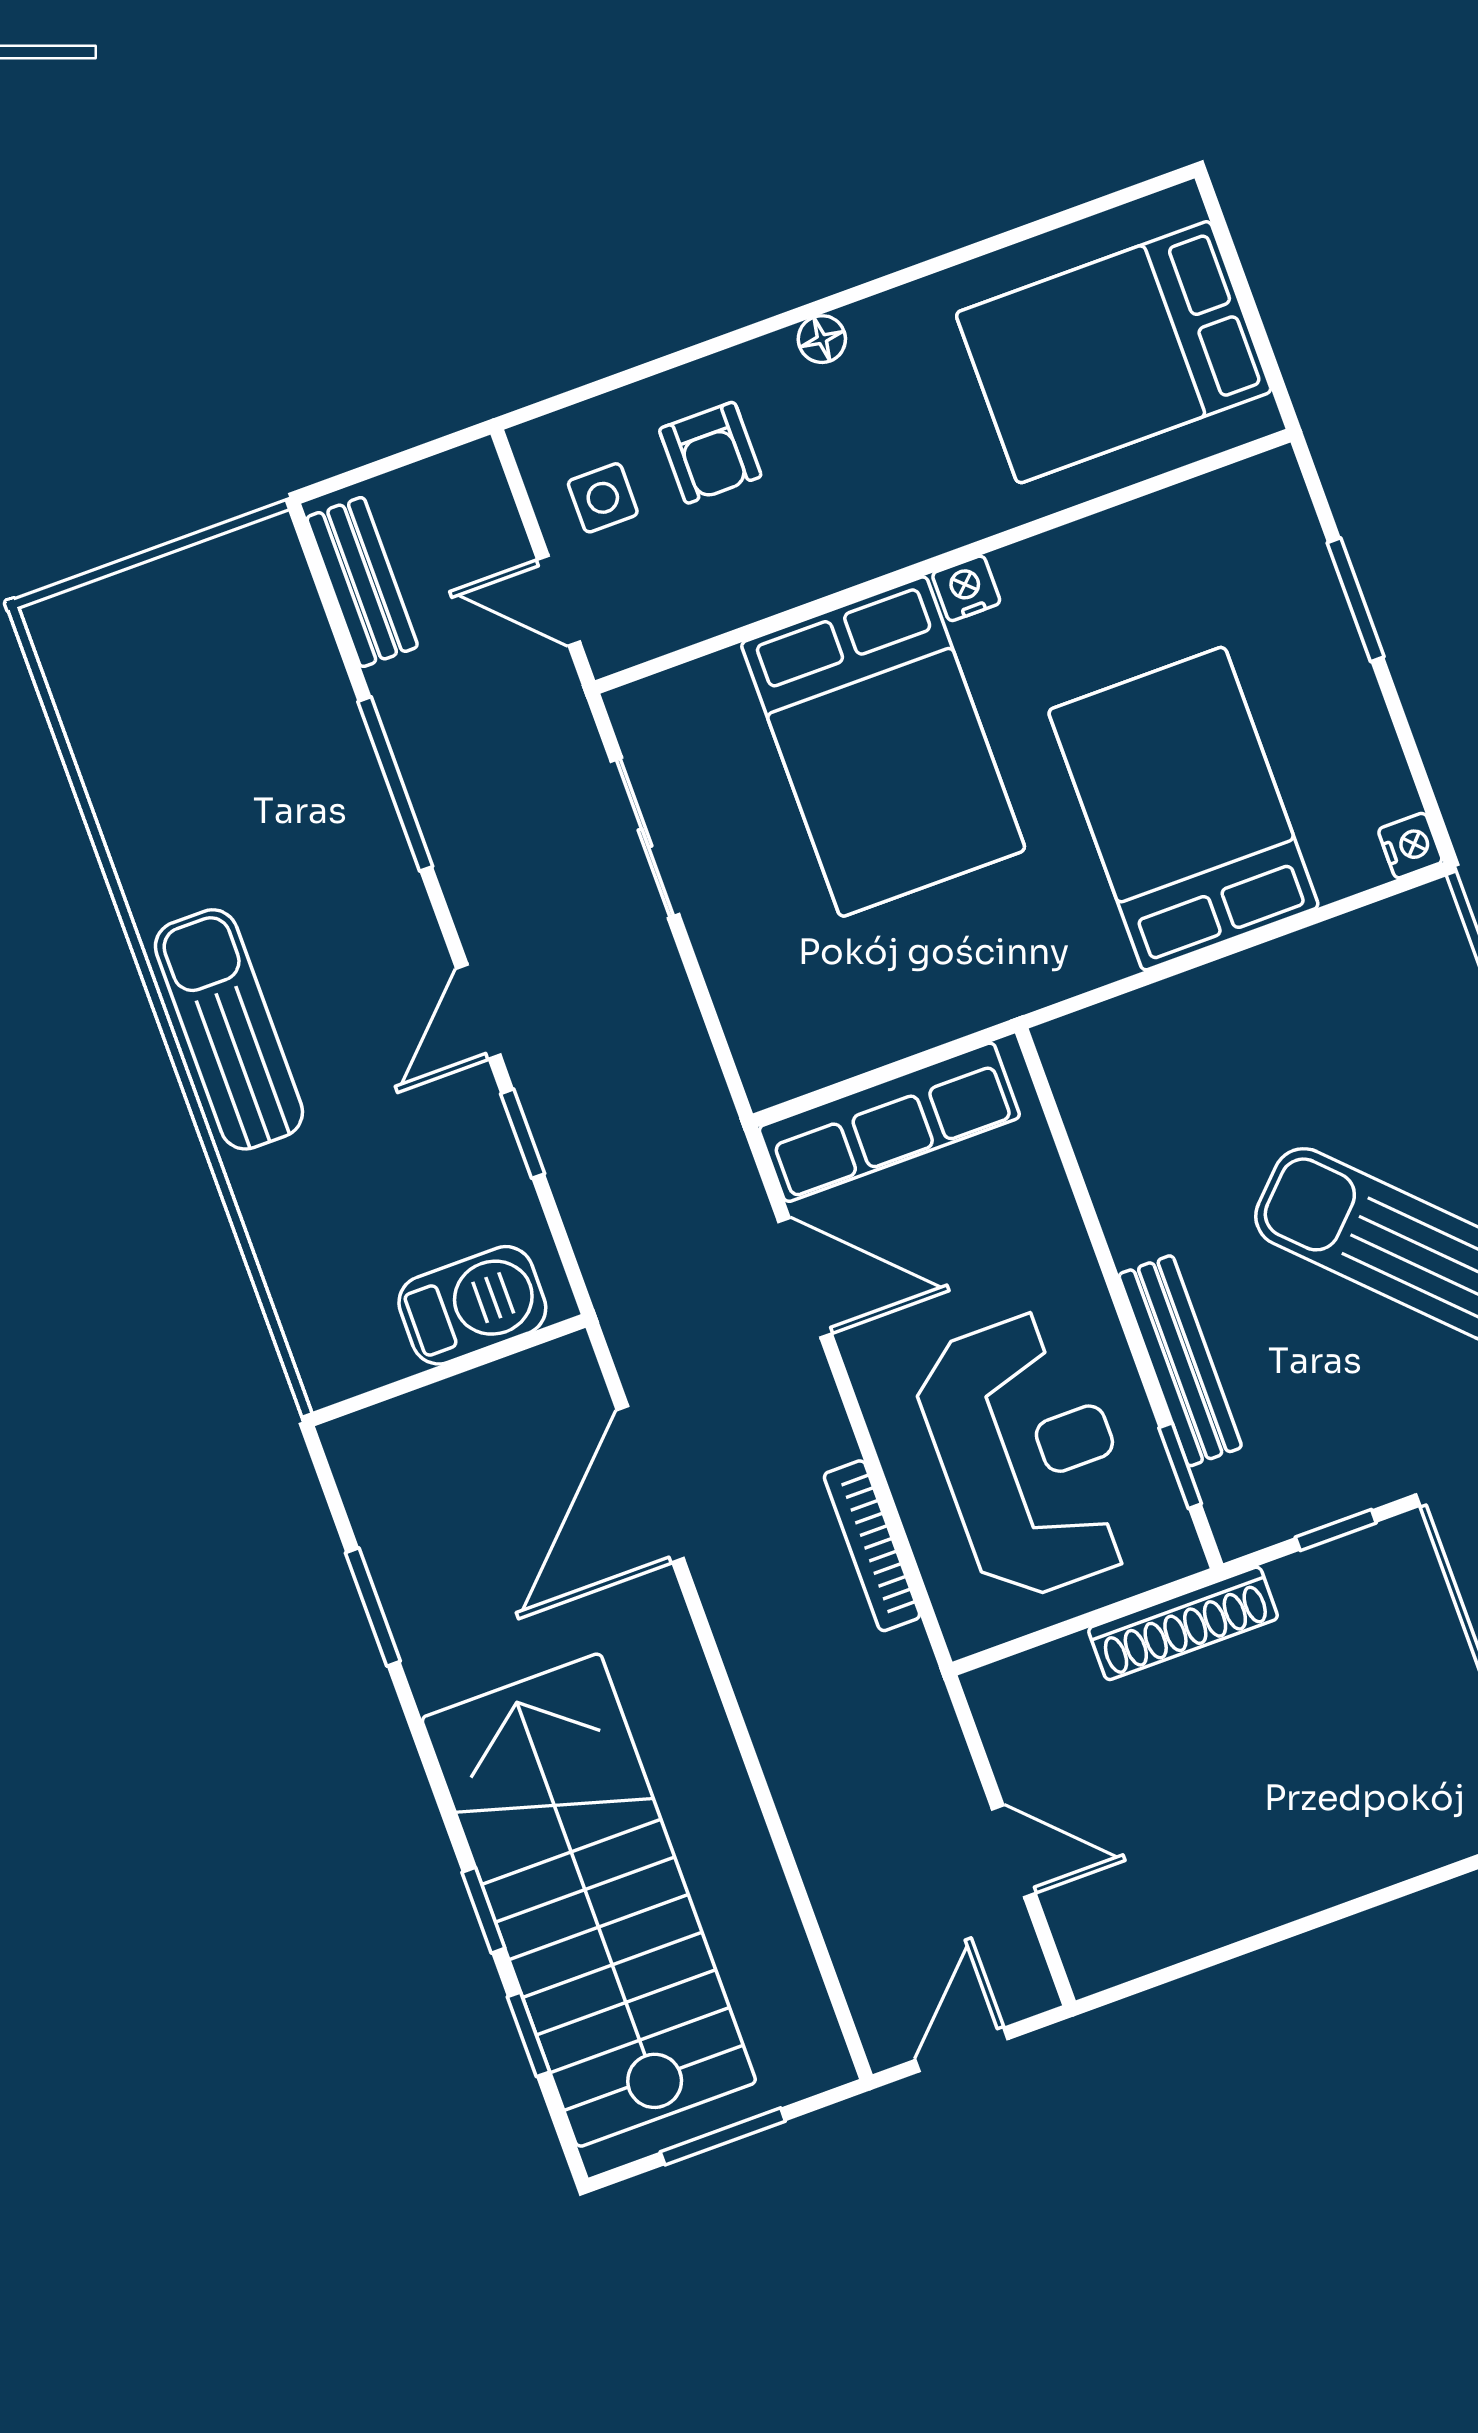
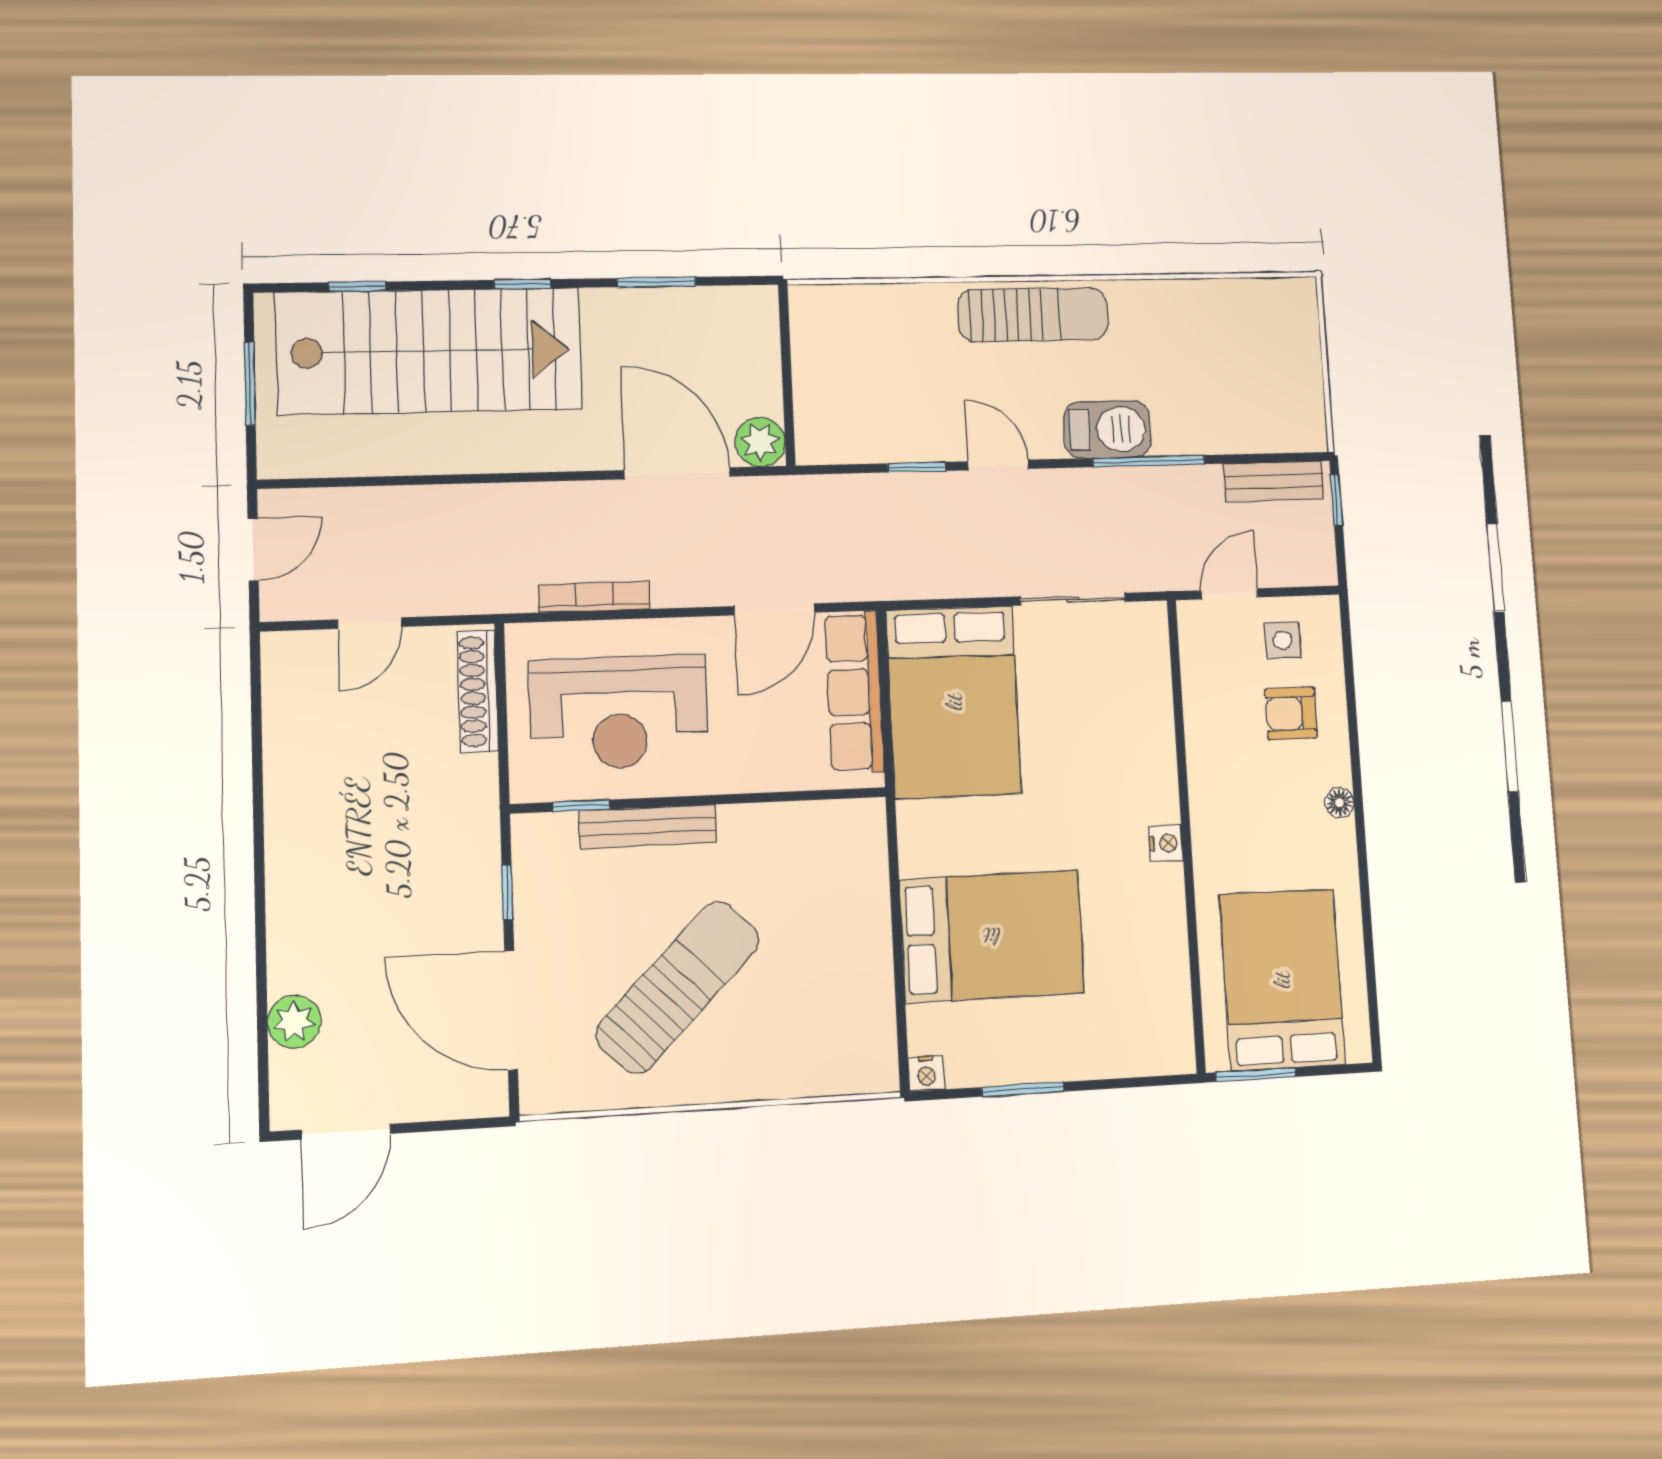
window: (1266, 352) -> (1256, 1075), added
window: (358, 475) -> (1337, 500), added
window: (1356, 600) -> (1023, 1089), moved
bed: (883, 746) -> (954, 702), moved, turned -90
barbecue: (472, 1305) -> (1107, 429), moved, turned -90
plant: (562, 1377) -> (760, 442), added
shoe rack: (1183, 1623) -> (477, 691), moved
window: (483, 1910) -> (523, 284), moved
door: (962, 2050) -> (253, 550), hinge flipped

